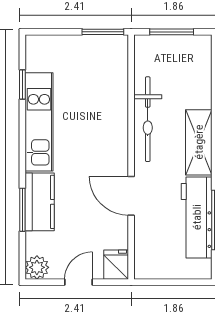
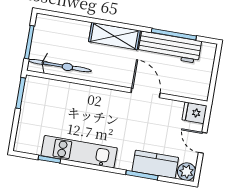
bicycle: (148, 119) -> (60, 66), moved
door: (131, 196) -> (146, 93), swing flipped
kitchen counter: (40, 202) -> (155, 164), moved

